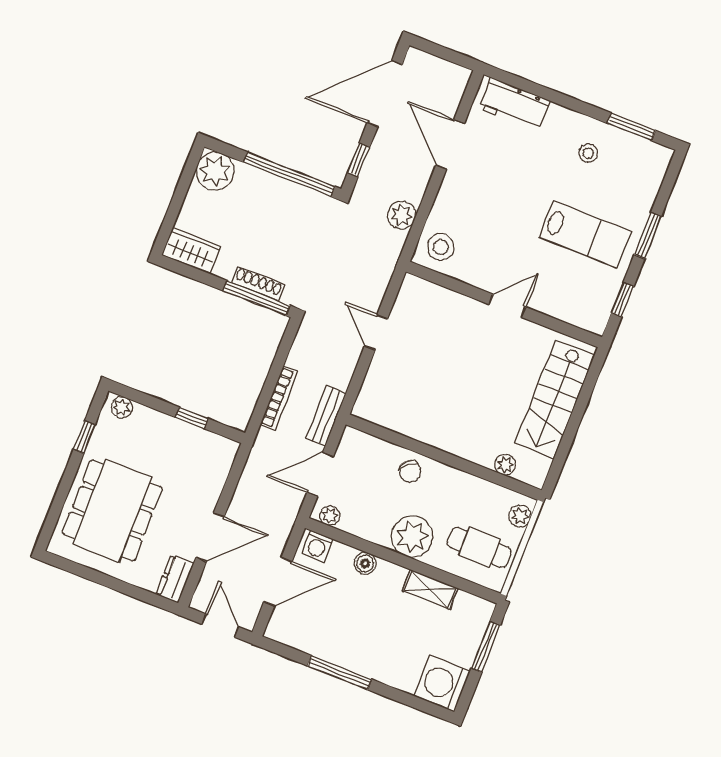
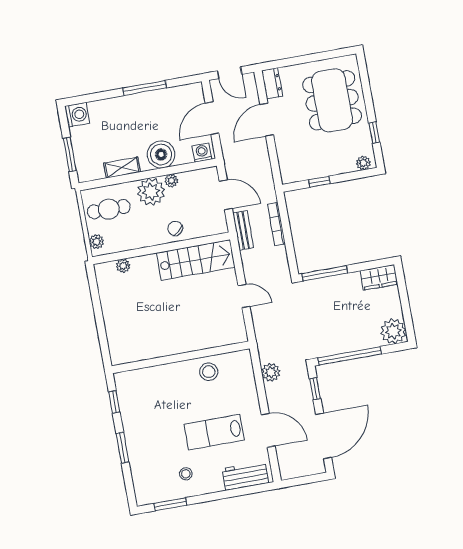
lab bench: (585, 234) -> (214, 432), moved
stool: (441, 247) -> (209, 372), moved
shoe rack: (258, 284) -> (329, 282), removed
door: (507, 306) -> (178, 358), removed
stairs: (555, 399) -> (196, 260), moved, turned 90
door: (320, 474) -> (226, 195), hinge flipped
plant: (330, 516) -> (171, 181), moved
boiler: (365, 563) -> (161, 154), width x1.86, depth x1.86
washing machine: (442, 684) -> (77, 115), width x0.73, depth x0.73

